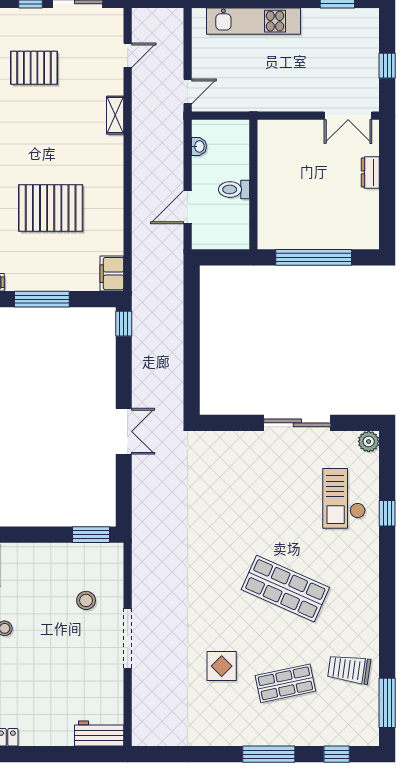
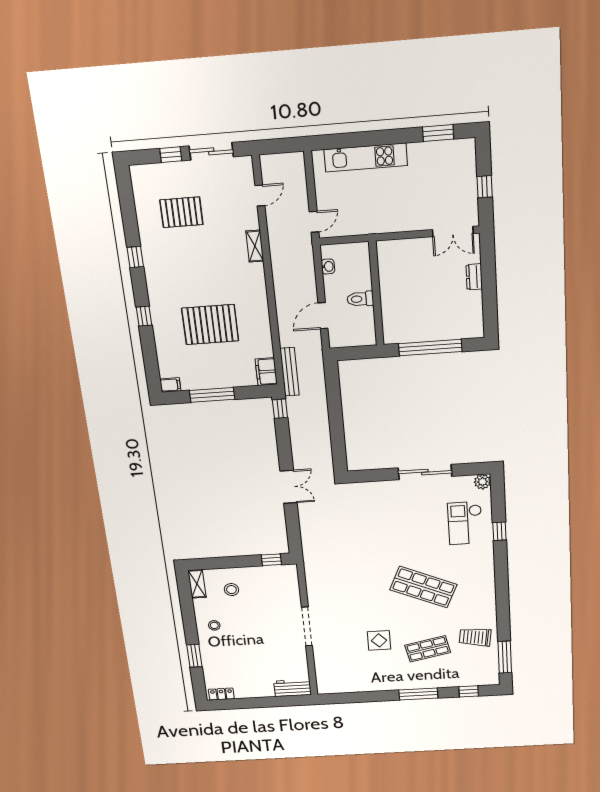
bench: (141, 276) -> (290, 372), added
window: (91, 535) -> (271, 560), width x0.67
stool: (86, 600) -> (231, 590), moved

